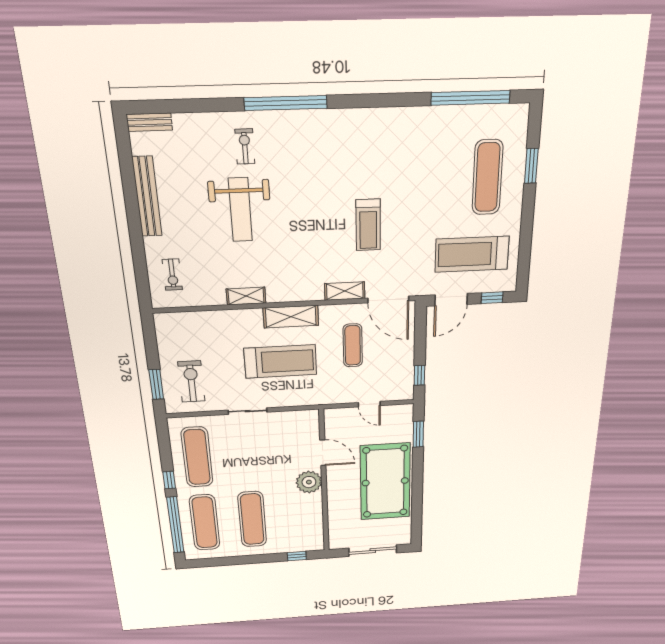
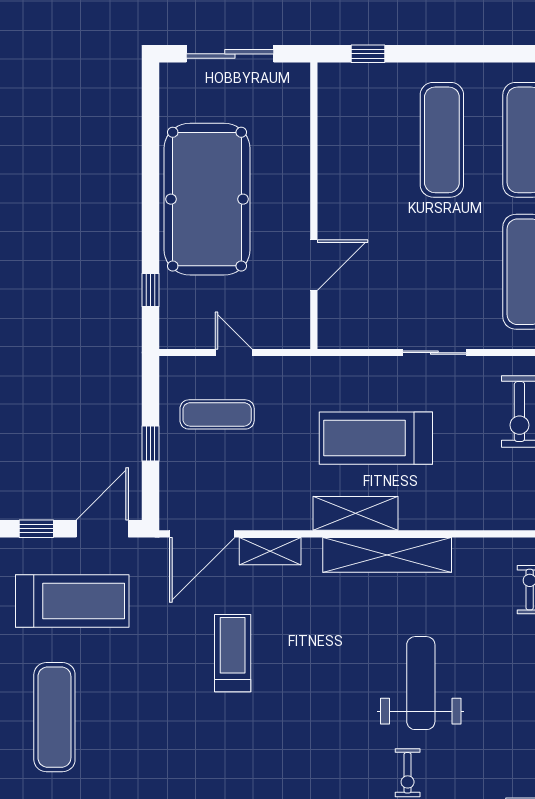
shelving: (246, 296) -> (387, 555), width x2.20, depth x1.33
door: (388, 300) -> (202, 534), swing flipped
exercise mat: (353, 345) -> (217, 414), moved, turned 90
window: (419, 375) -> (150, 443), moved
window: (418, 434) -> (150, 290), width x0.67
door: (323, 453) -> (314, 265), swing flipped
plant: (309, 482) -> (340, 209), removed

